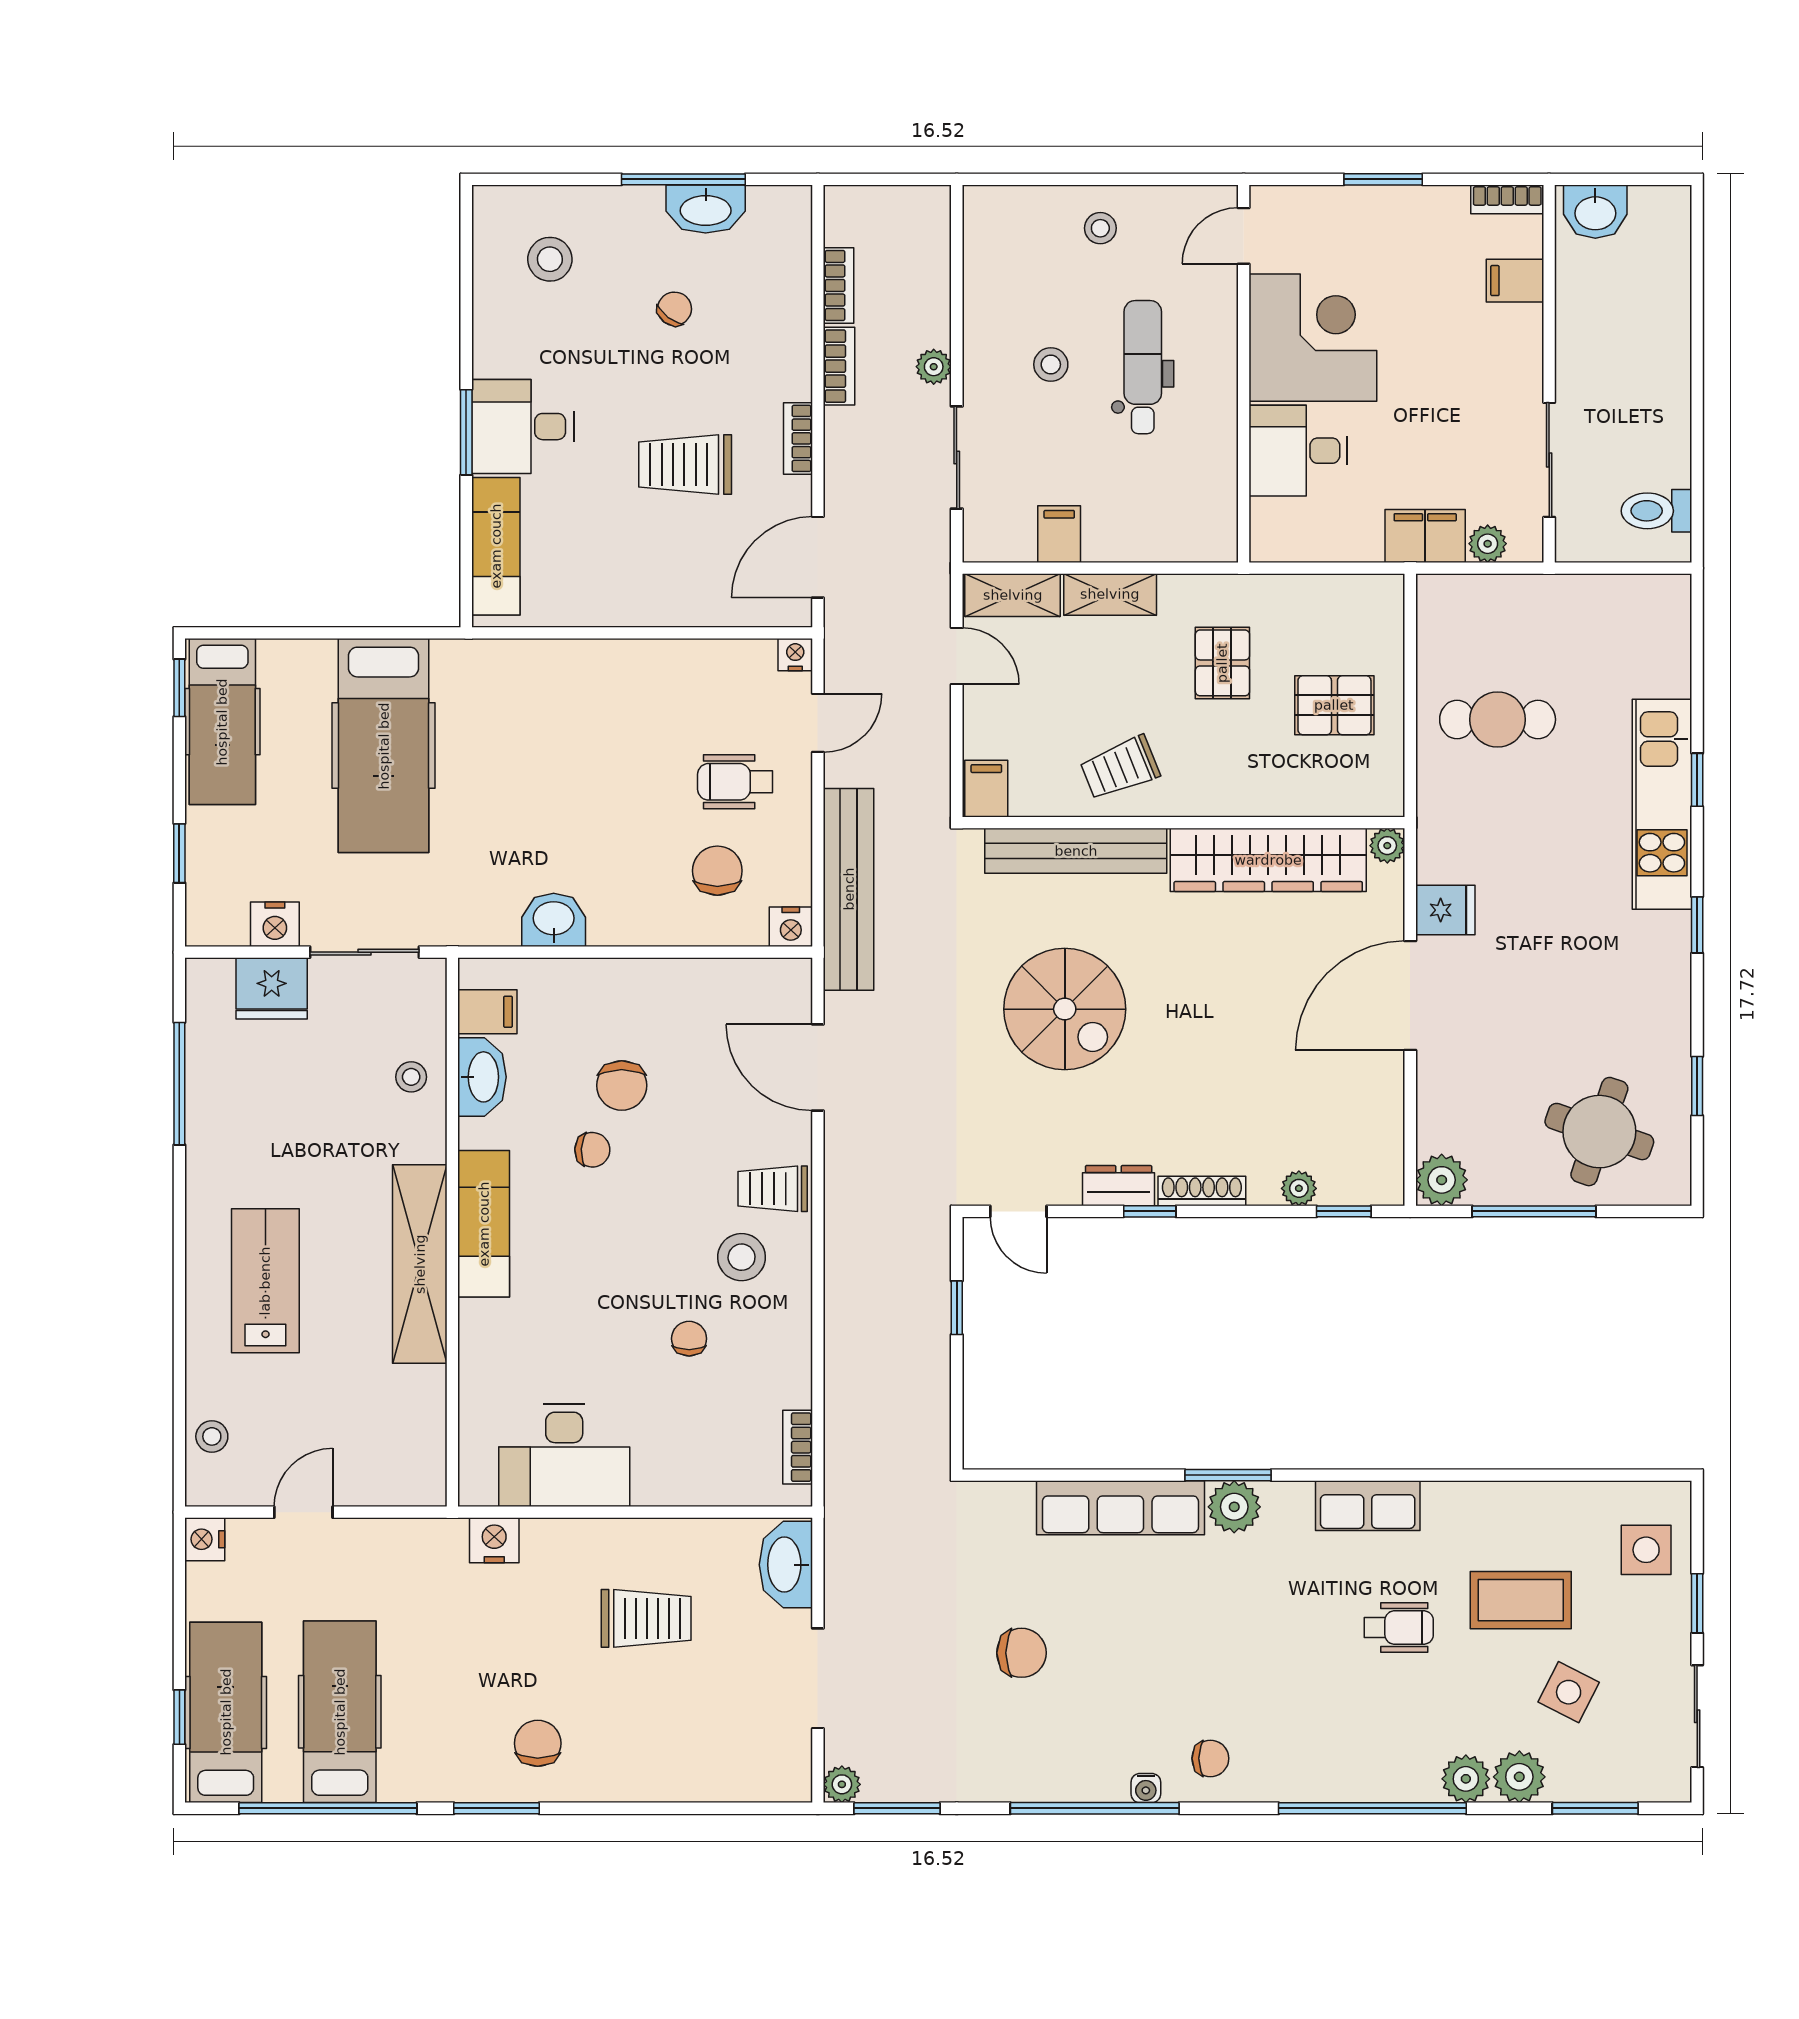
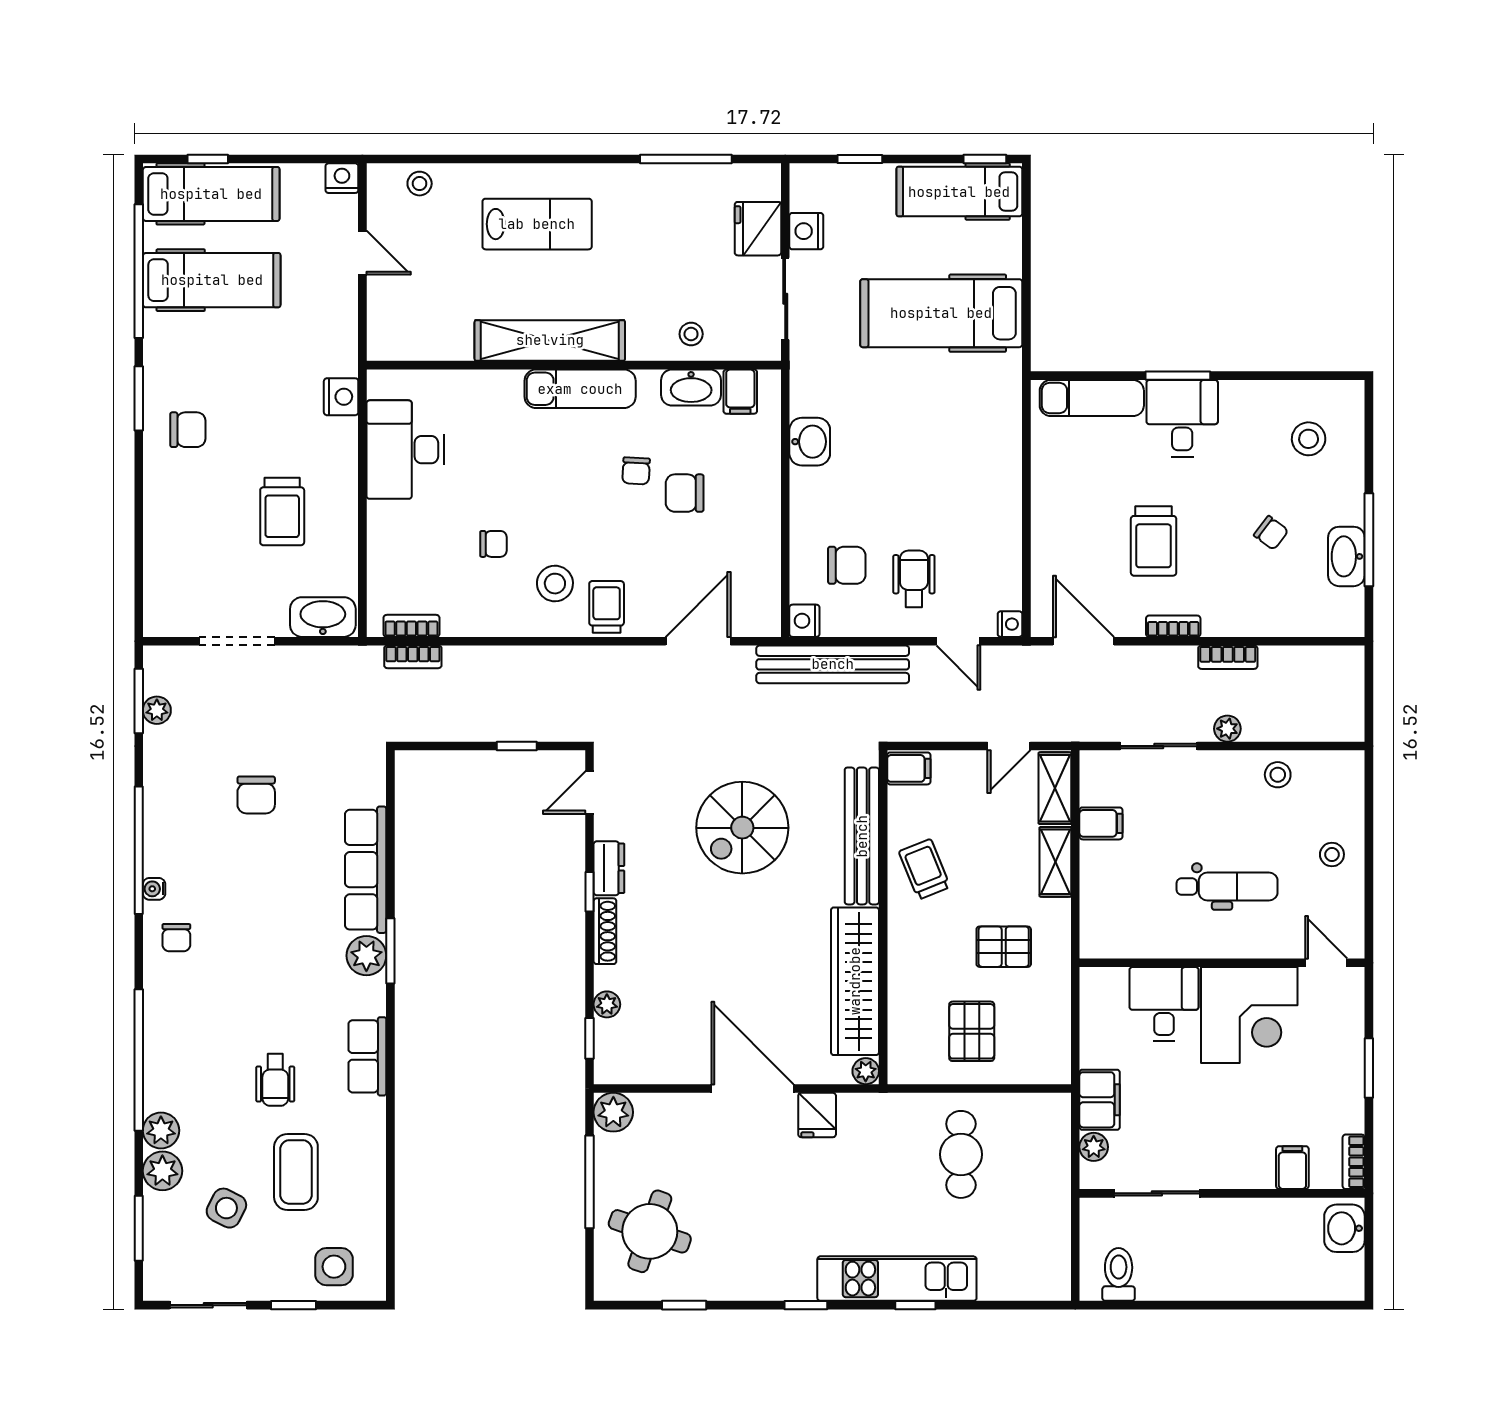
bookcase: (839, 285) -> (413, 657), moved
stool: (1051, 364) -> (1278, 775), moved
trolley: (685, 464) -> (1154, 541), turned 180
plant: (842, 1784) -> (157, 710), moved

